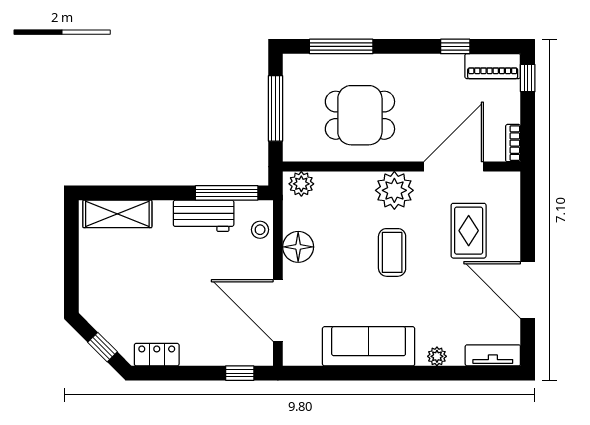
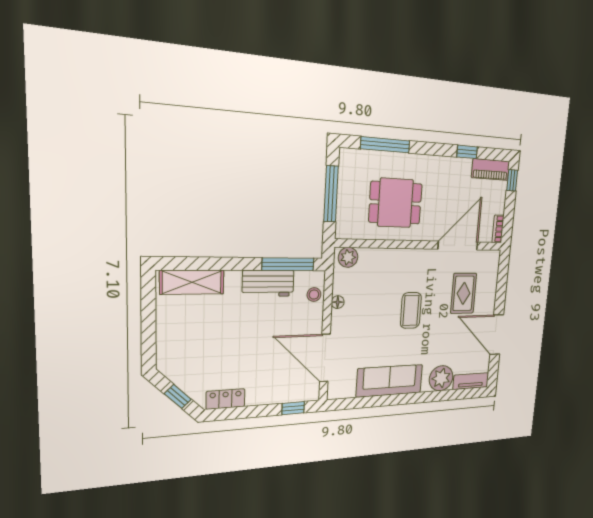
plant: (394, 190) -> (416, 263), removed
floor lamp: (298, 247) -> (338, 302), width x0.53, depth x0.53
plant: (437, 356) -> (441, 378), width x1.88, depth x1.88

